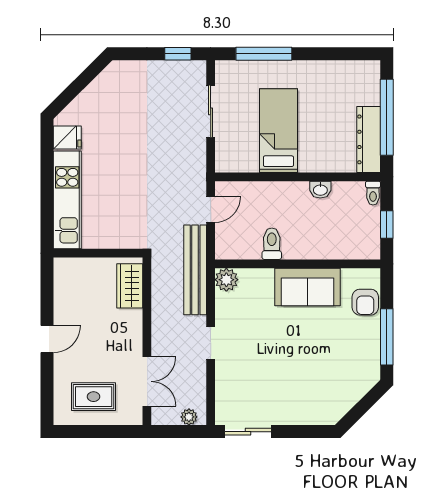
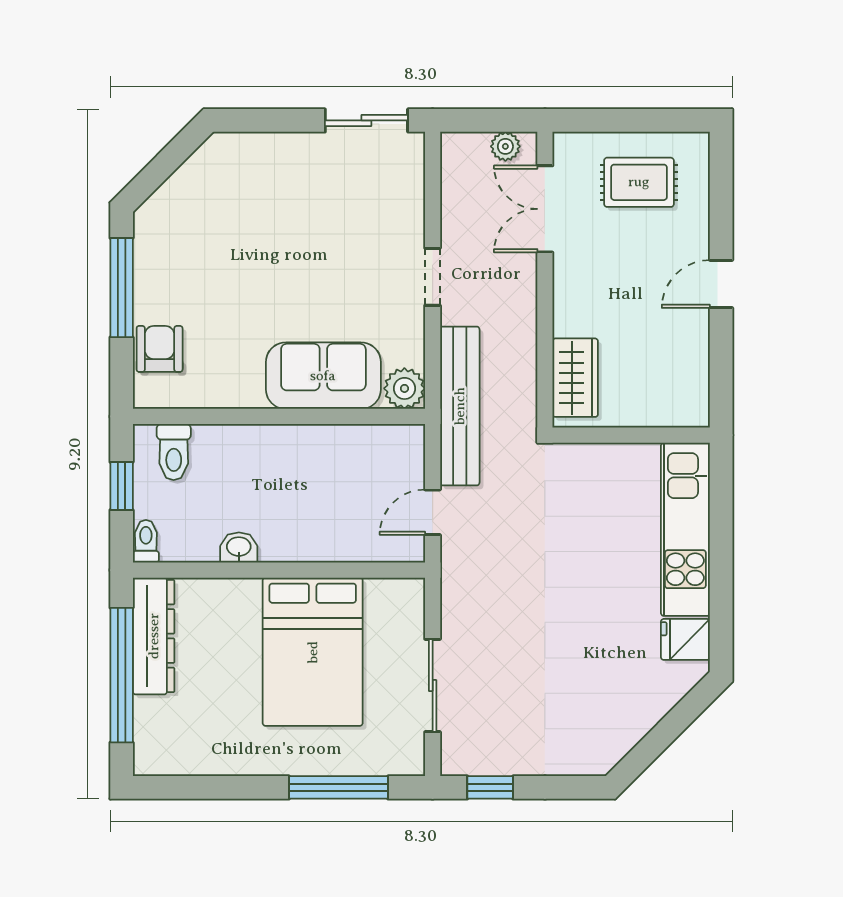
bed: (278, 131) -> (313, 652), width x1.50
toilet: (272, 244) -> (174, 452), moved
sofa: (308, 287) -> (323, 376), moved
plant: (189, 417) -> (505, 146), moved

